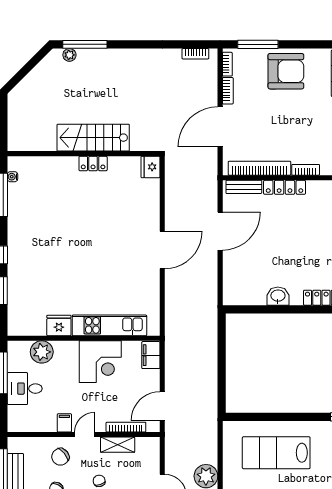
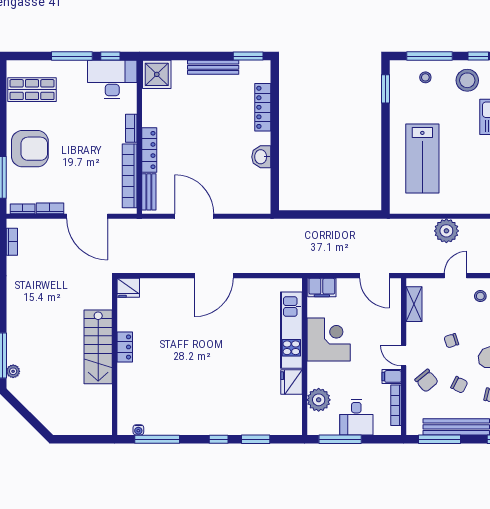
armchair: (286, 71) -> (30, 149), turned 90
door: (162, 250) -> (214, 276), swing flipped
bookcase: (126, 427) -> (396, 405), moved
shelving: (118, 445) -> (414, 304), moved

